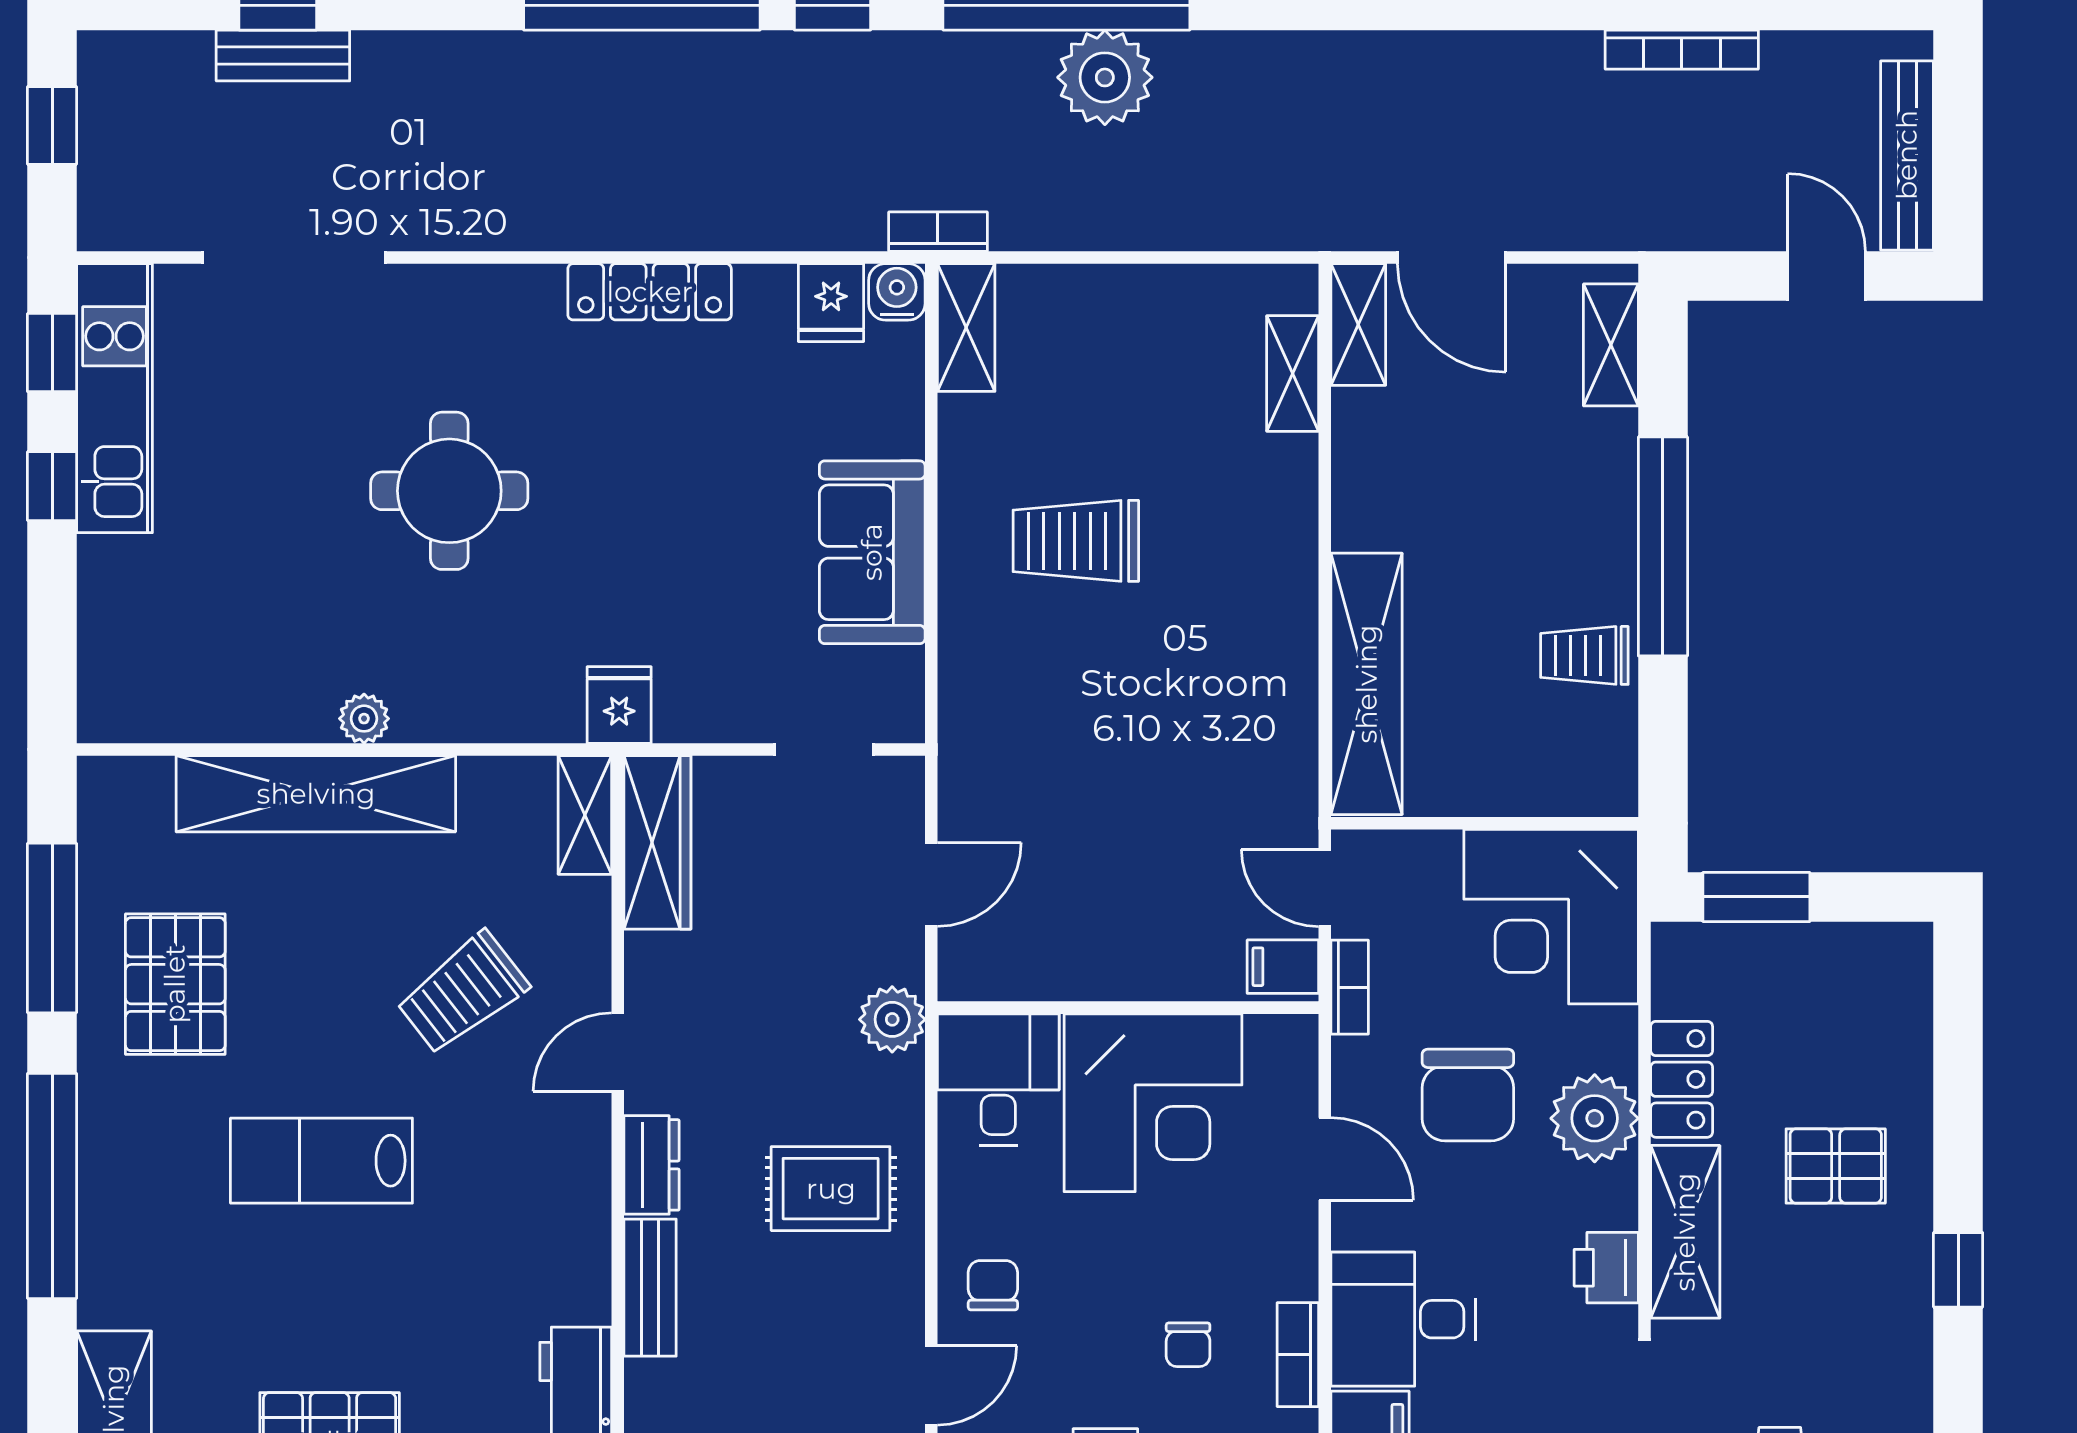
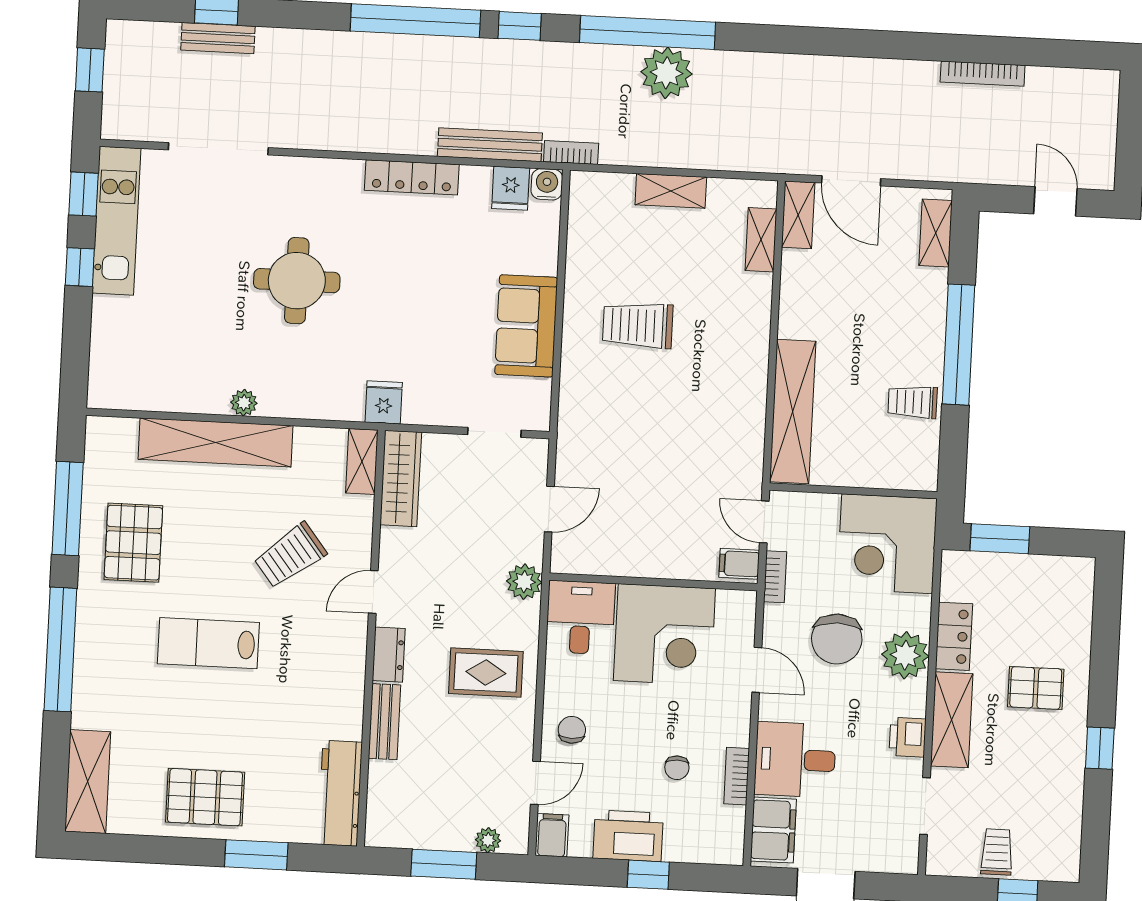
bench: (1907, 155) -> (490, 145), moved, turned 90
shelving: (966, 328) -> (671, 191), moved, turned 90

